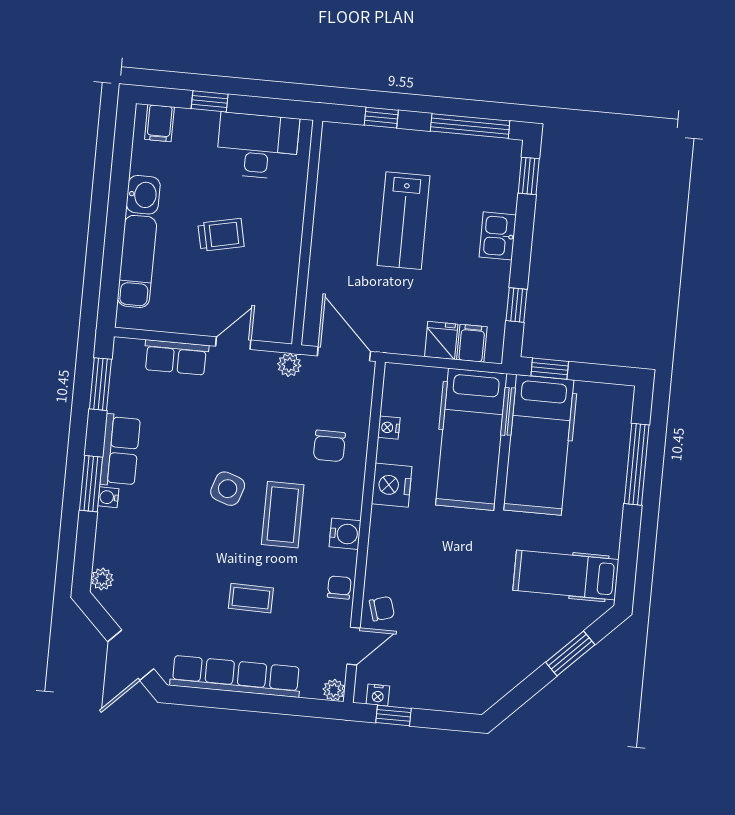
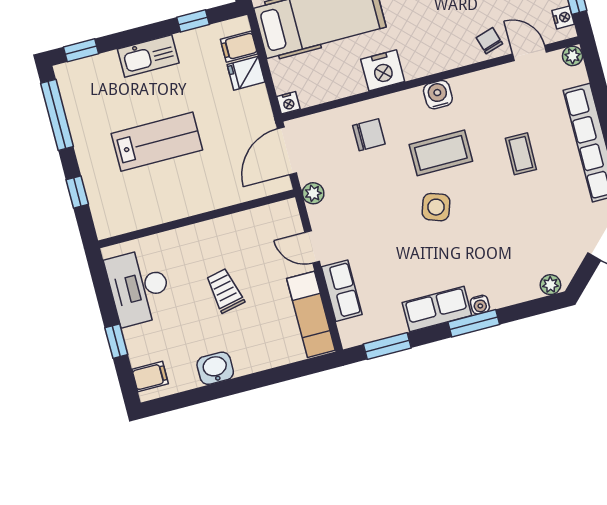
kitchen sink: (498, 236) -> (148, 56), width x1.38
exam couch: (137, 261) -> (311, 314), moved, turned -90
nightstand: (389, 428) -> (288, 103), moved
chair: (339, 587) -> (485, 83), removed

